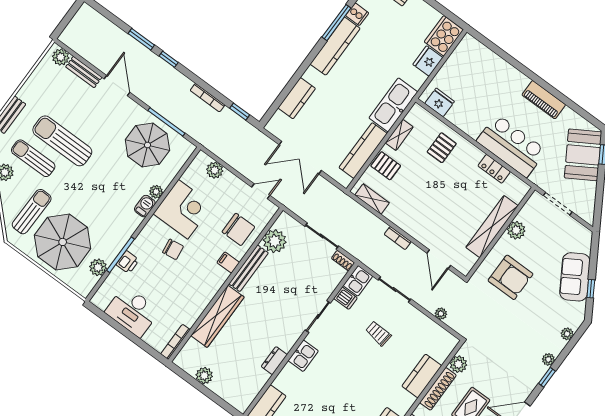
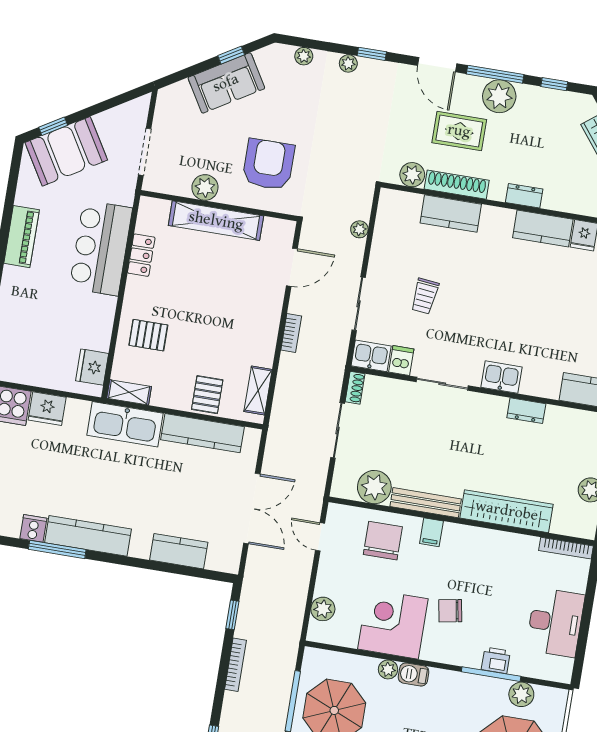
shelving: (399, 135) -> (129, 392), moved
chair: (173, 249) -> (450, 611), turned -92

